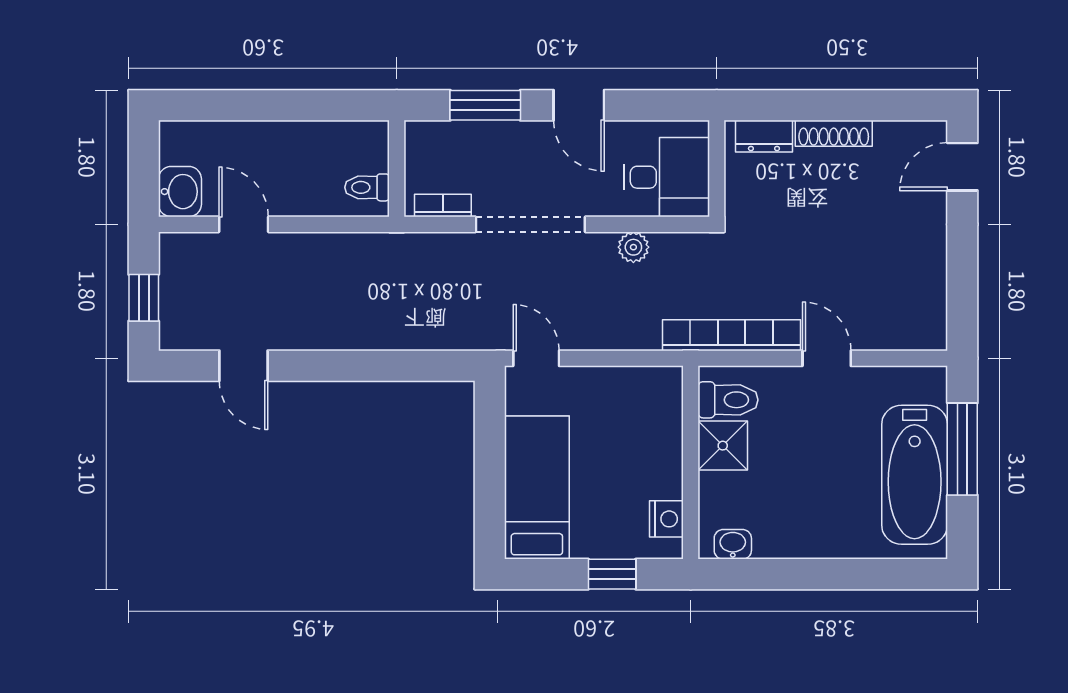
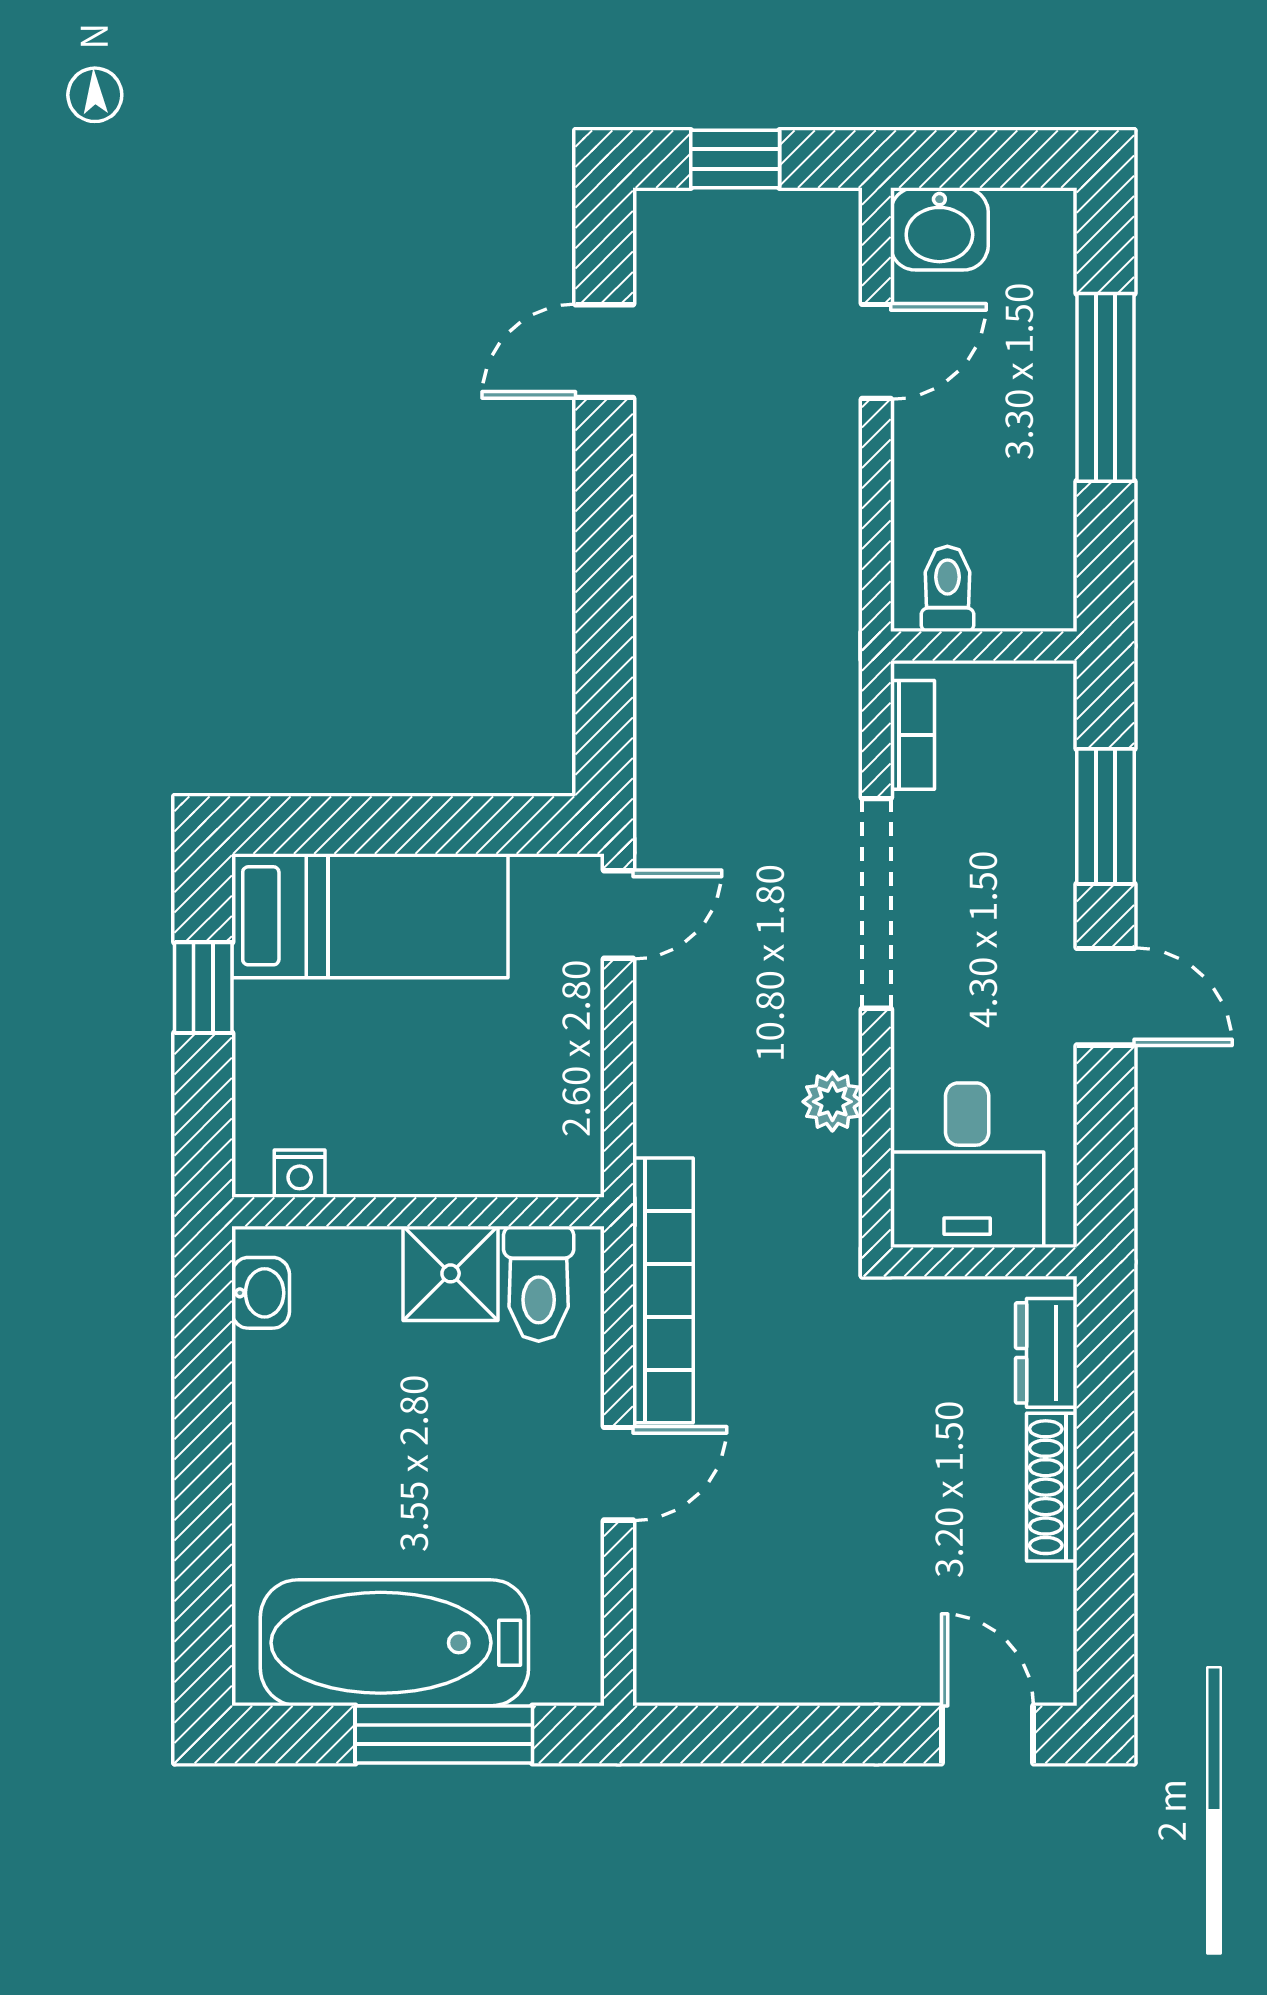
window: (262, 105) -> (1106, 387), added
door: (579, 105) -> (1106, 997), swing flipped
nightstand: (666, 519) -> (300, 1174), width x0.72, depth x0.74
window: (612, 574) -> (203, 988), moved

